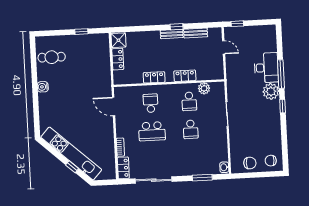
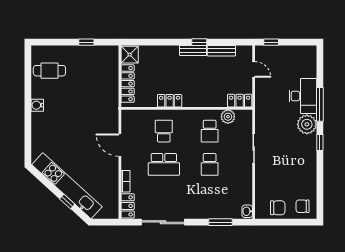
locker: (118, 59) -> (128, 84), width x1.53
locker: (185, 76) -> (240, 101), moved
door: (114, 106) -> (120, 145), moved

